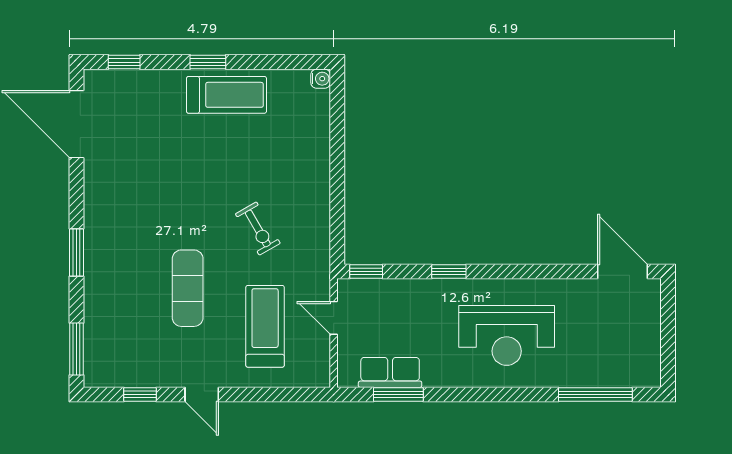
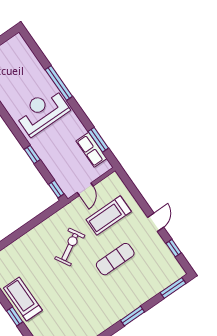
exercise bike: (258, 229) -> (70, 247), width x1.38, depth x1.39
reception desk: (507, 335) -> (42, 112), turned -90
window: (595, 394) -> (59, 83), moved

